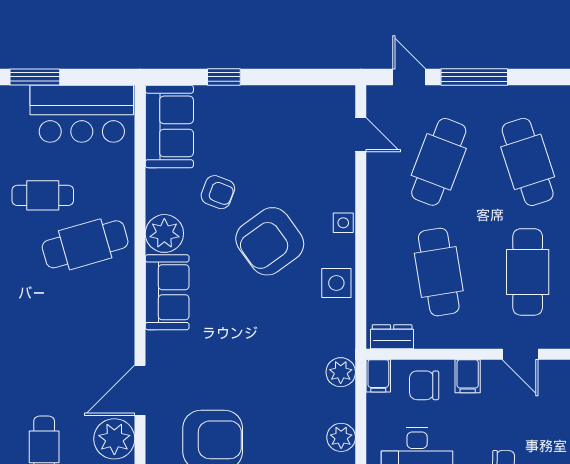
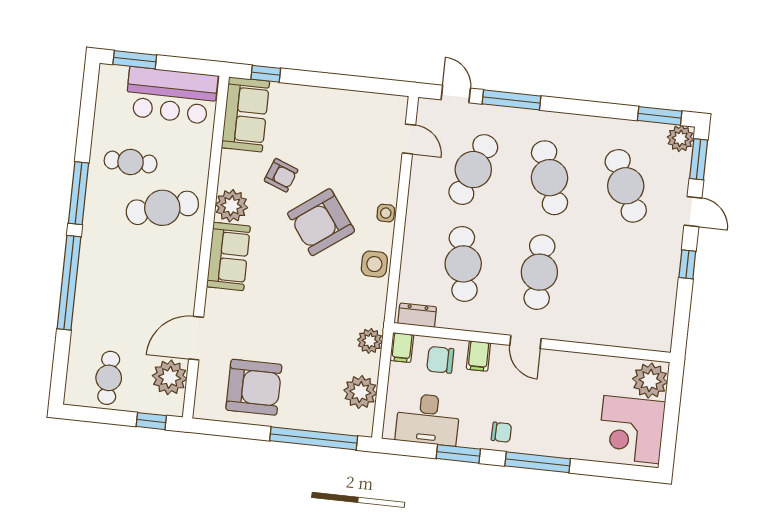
window: (224, 77) -> (266, 74), moved
plant: (341, 437) -> (360, 392), width x1.36, depth x1.36

